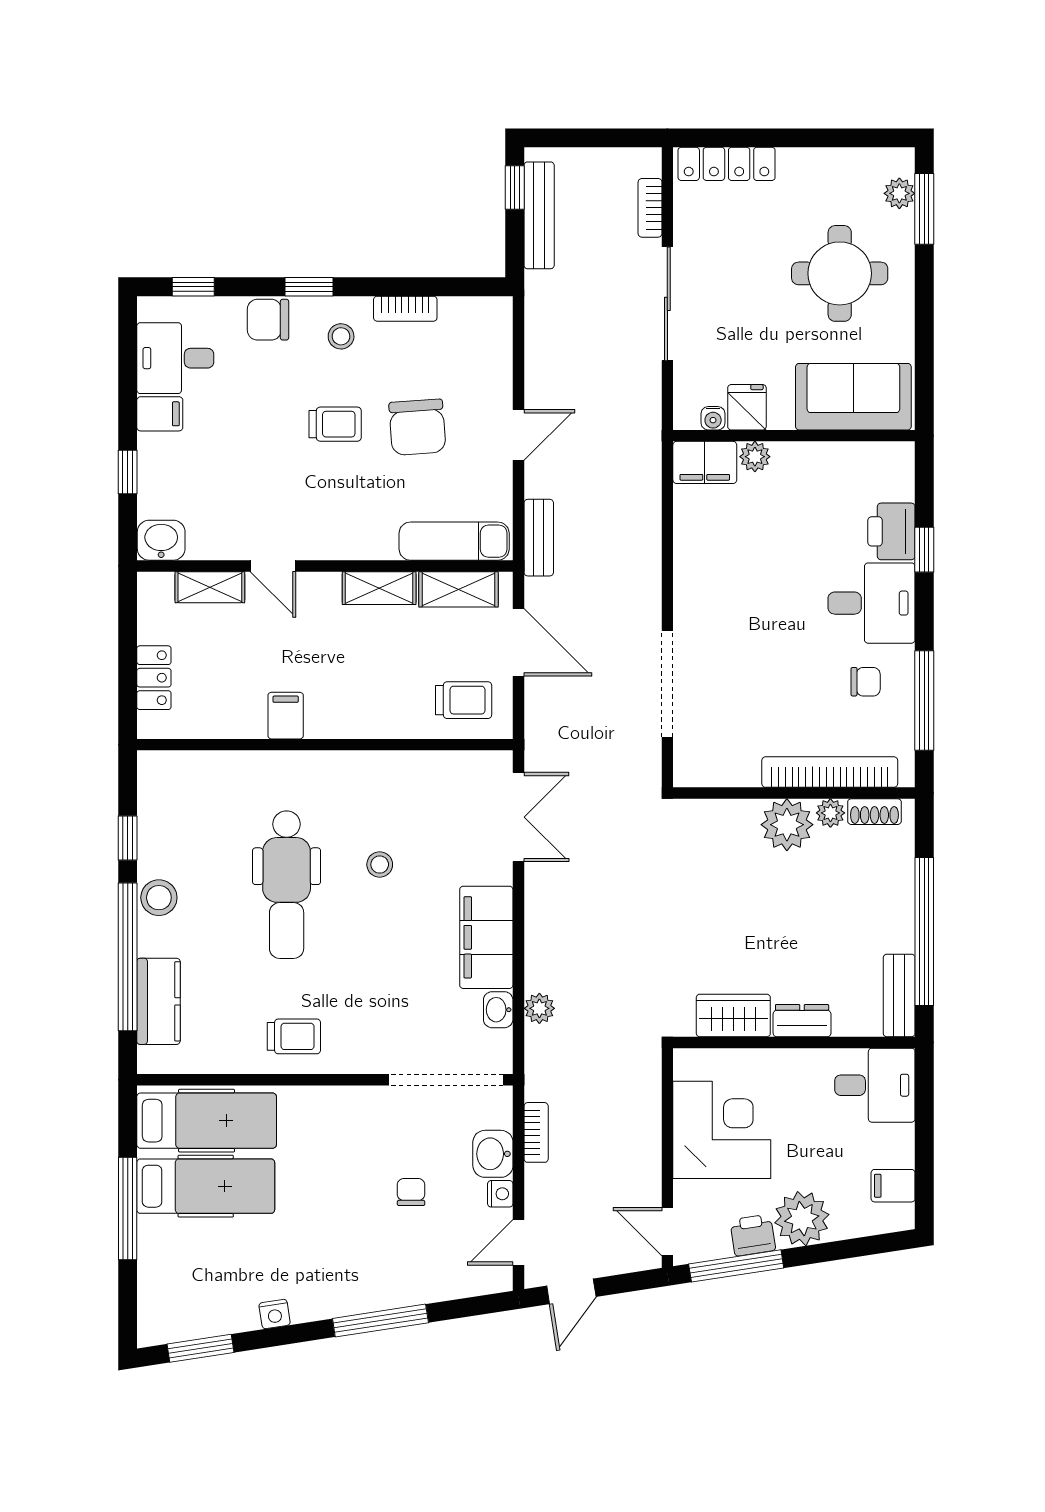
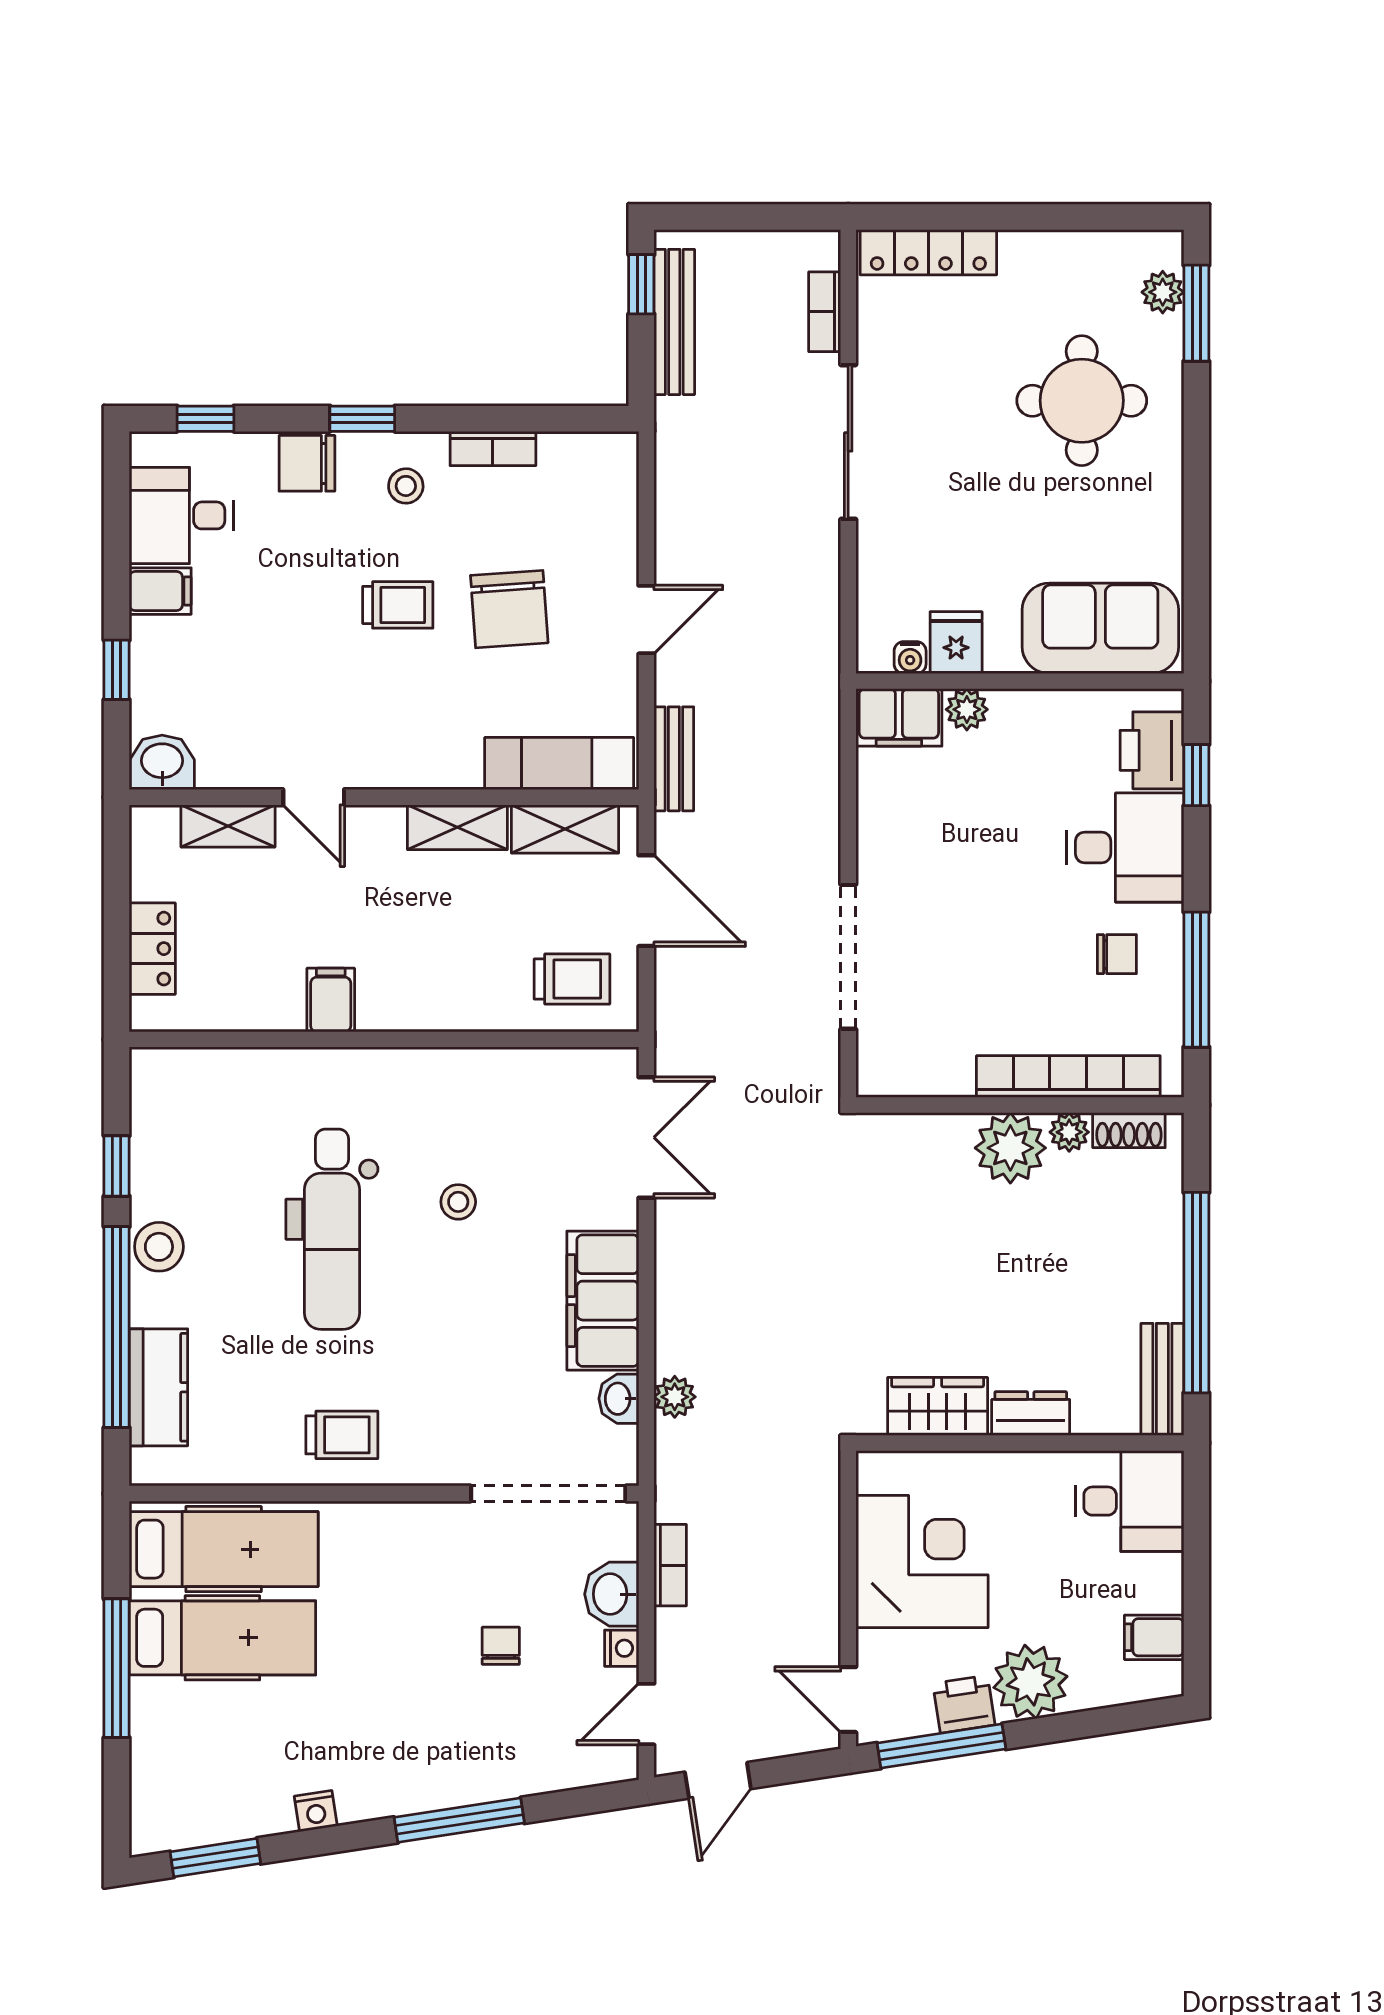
sofa: (853, 397) -> (1100, 628), moved
fridge: (747, 407) -> (956, 643), moved
water cooler: (713, 418) -> (910, 658), moved
wall: (794, 436) -> (1020, 681), moved
plant: (755, 457) -> (967, 709), moved
filing cabinet: (705, 462) -> (899, 717), moved

